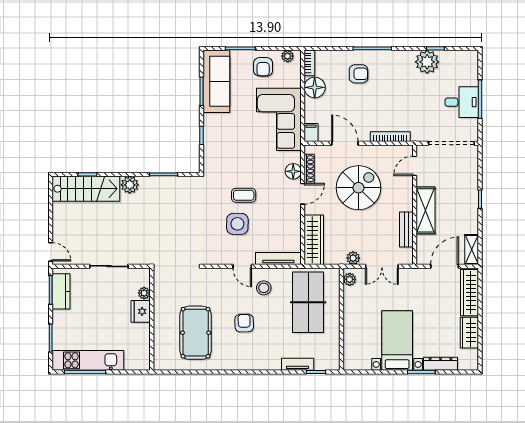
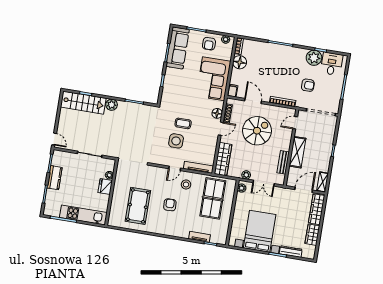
armchair: (359, 74) -> (308, 85), moved
desk: (462, 102) -> (332, 64), moved, turned -90
door: (242, 266) -> (175, 168), hinge flipped
kitchen counter: (61, 291) -> (55, 178), moved
bed with nightstands: (397, 341) -> (260, 231), width x1.36
kitchen unit: (88, 360) -> (83, 215), moved

